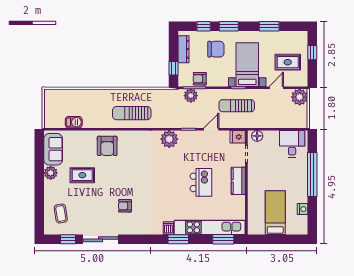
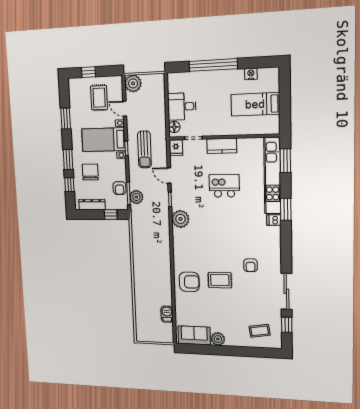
sun lounger: (132, 113) -> (156, 257), removed
desk: (292, 144) -> (182, 107), moved
rug: (82, 175) -> (220, 280), moved, turned 90

